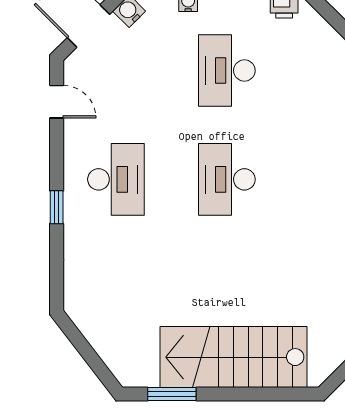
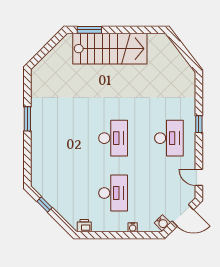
desk: (116, 179) -> (169, 138), turned 180
window: (172, 394) -> (89, 30), moved

